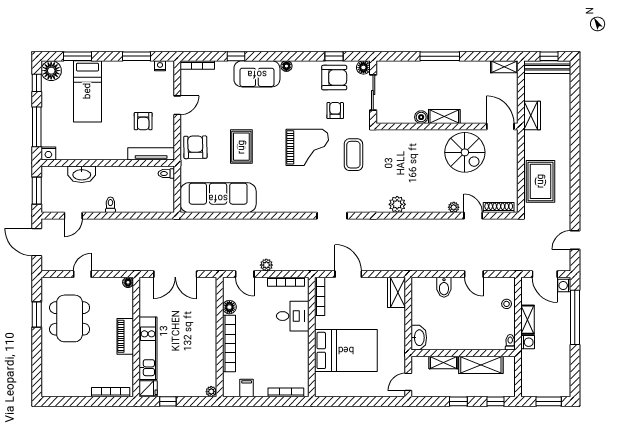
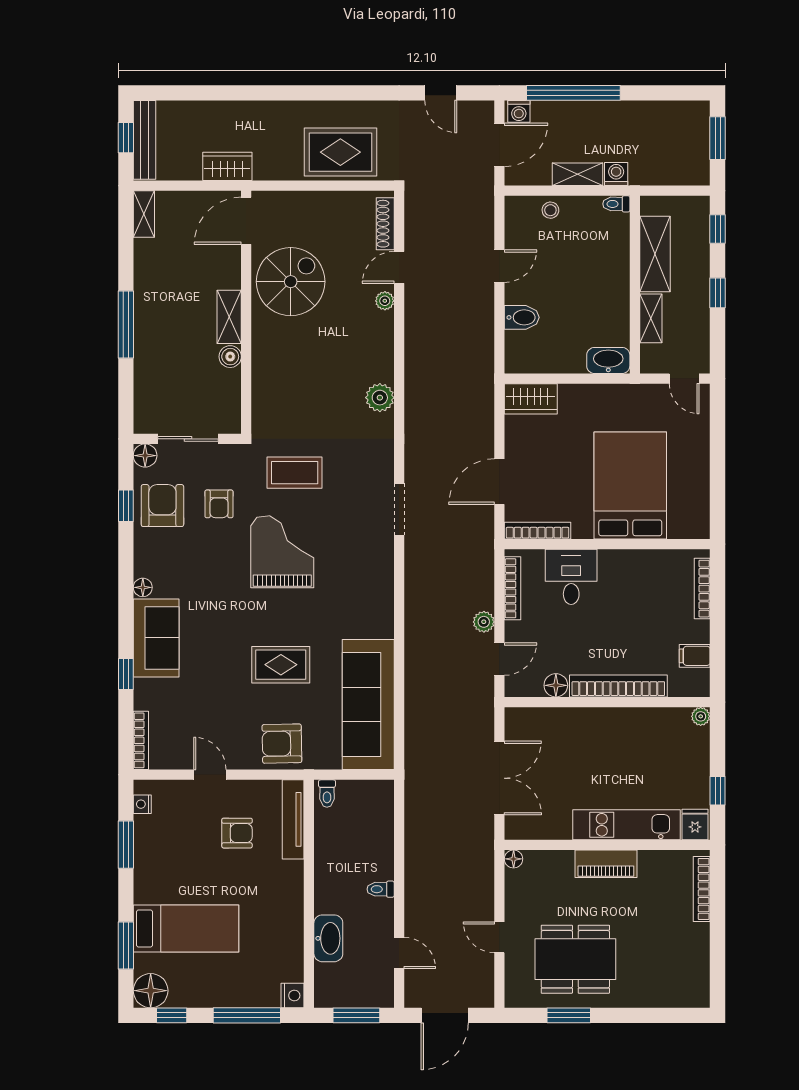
armchair: (335, 111) -> (219, 504), turned -90

